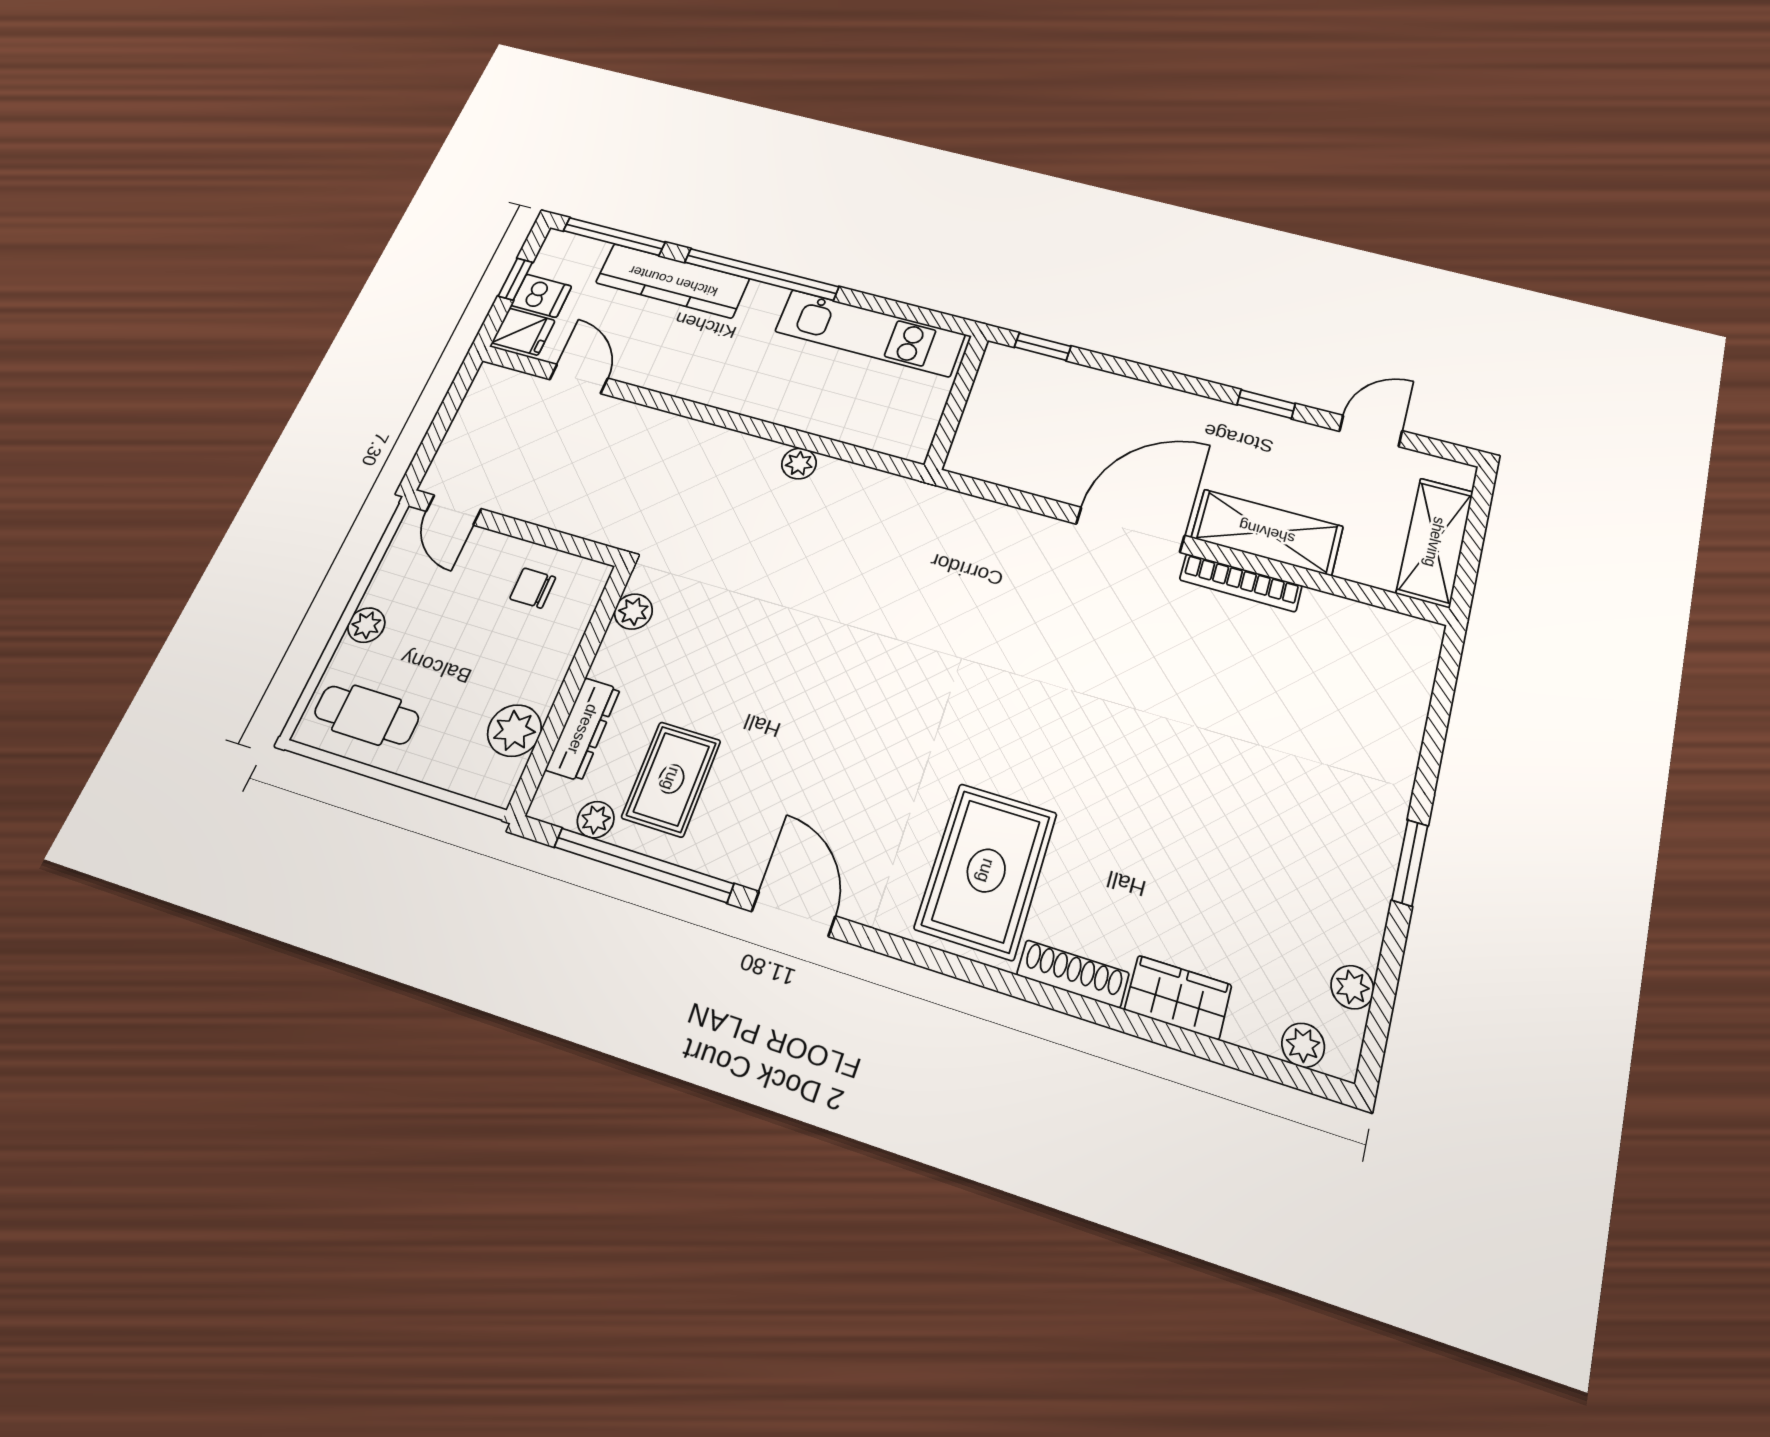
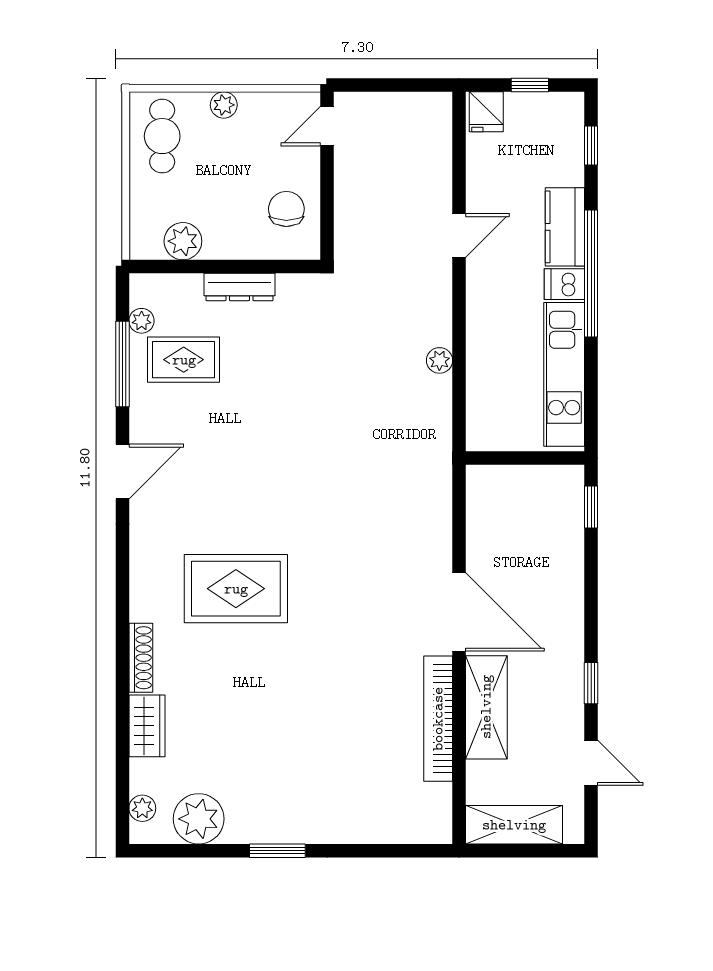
window: (614, 237) -> (591, 145), width x0.46
kitchen counter: (673, 281) -> (565, 227), width x0.67
dishwasher: (541, 296) -> (564, 284), moved, turned 90
door: (579, 379) -> (459, 235), moved
bookcase: (1241, 583) -> (438, 719), width x1.48, depth x1.31
chair: (533, 588) -> (286, 209), width x1.37, depth x1.37
plant: (633, 612) -> (291, 287), removed
dresser: (583, 729) -> (239, 287), moved
window: (643, 865) -> (122, 364), width x0.68
rug: (986, 871) -> (236, 589), moved
plant: (1352, 987) -> (199, 819), width x1.87, depth x1.87

